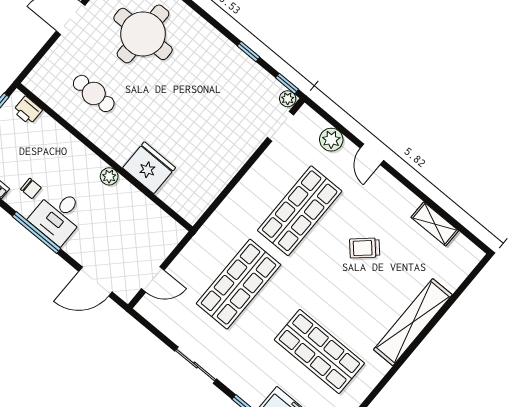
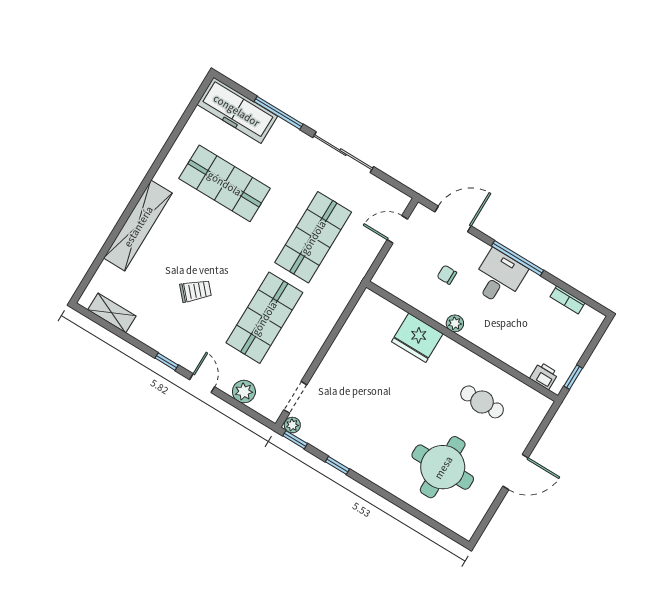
window: (404, 181) -> (167, 362), added
chair: (31, 188) -> (447, 275), moved
shelving: (435, 224) -> (112, 313), moved
sliding door: (196, 365) -> (343, 152), width x1.37

